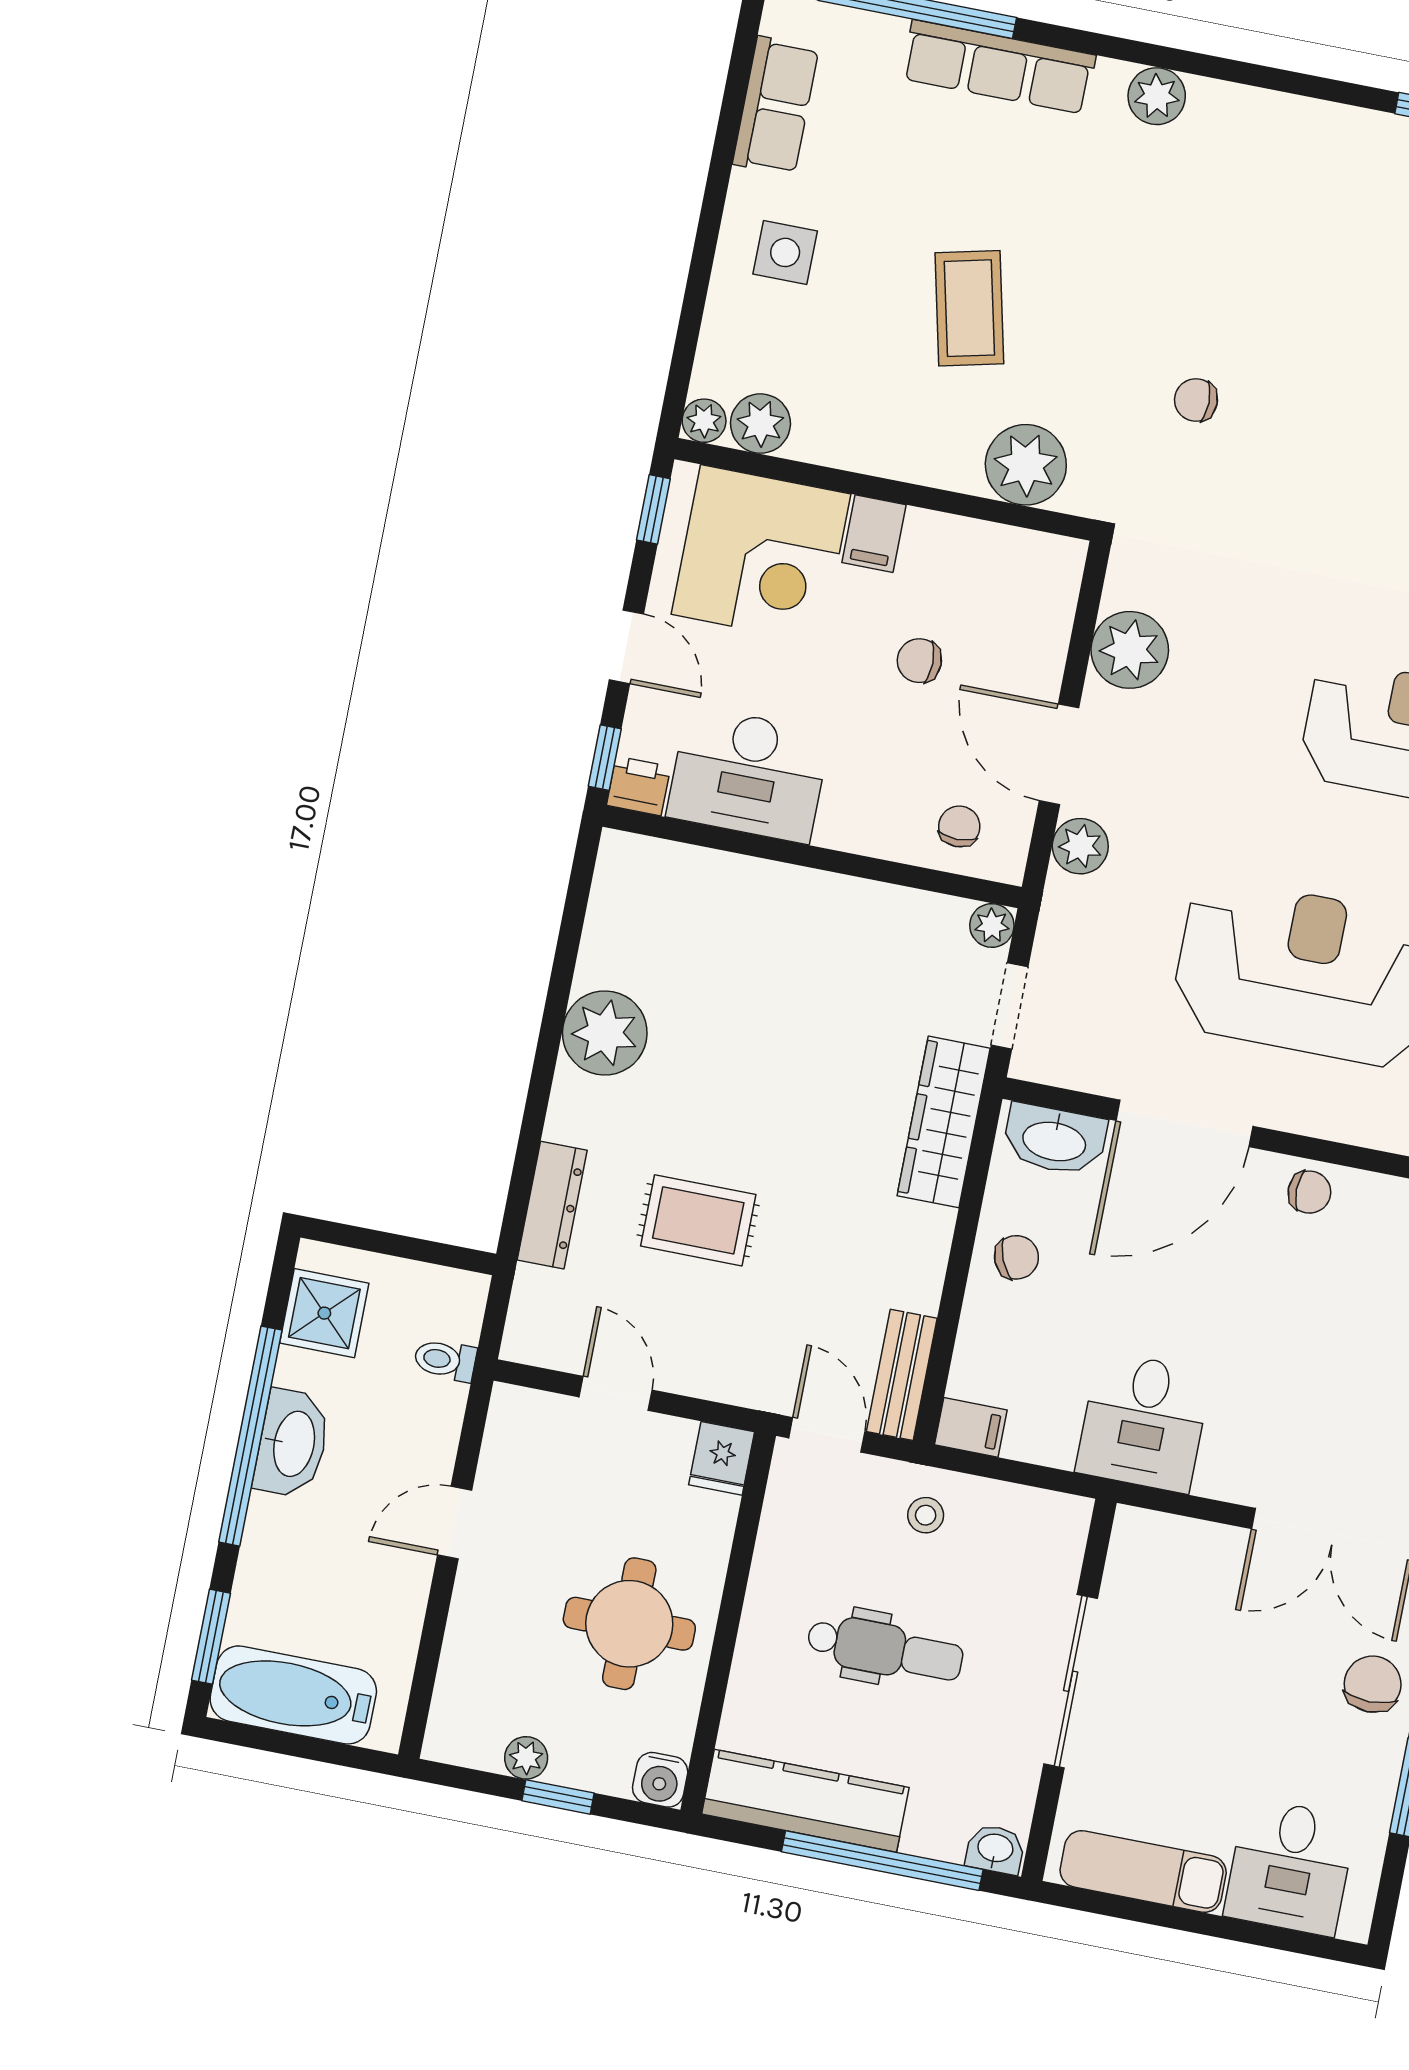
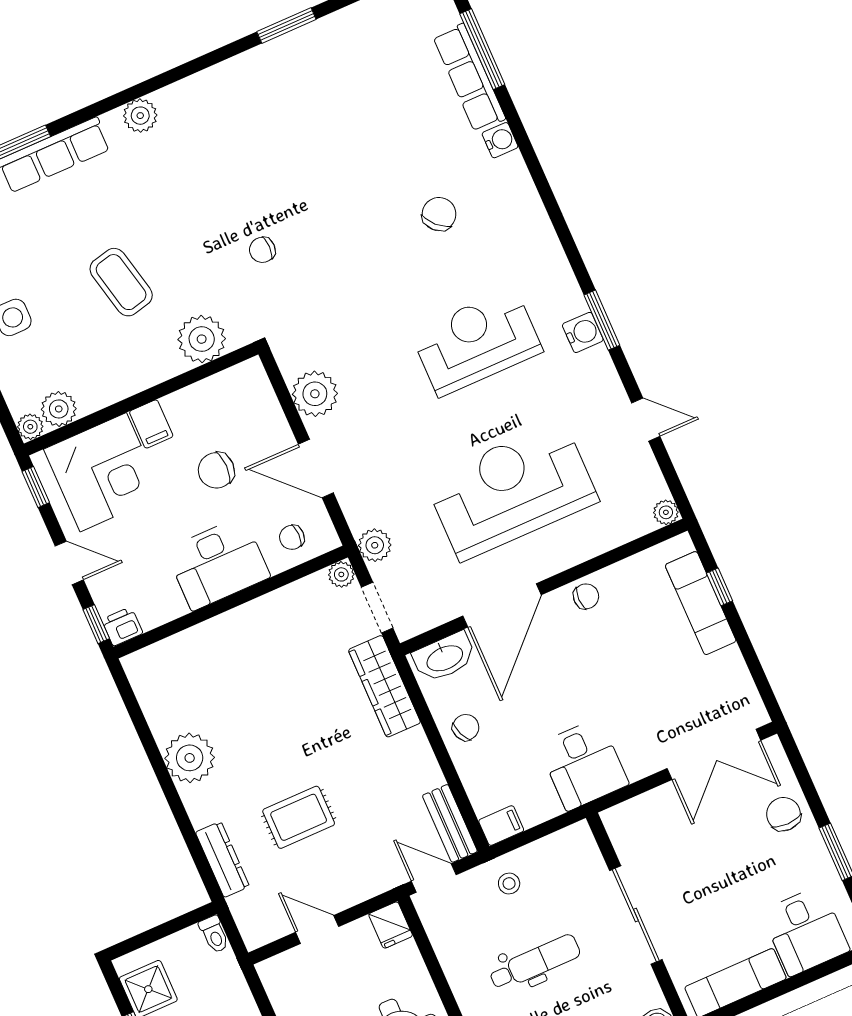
chair: (919, 661) -> (216, 470), width x1.37, depth x1.37
desk: (748, 774) -> (218, 563), moved
chair: (959, 826) -> (292, 537), turned -90
plant: (1080, 846) -> (375, 545), moved
toilet: (445, 1360) -> (214, 934), moved, turned -90

